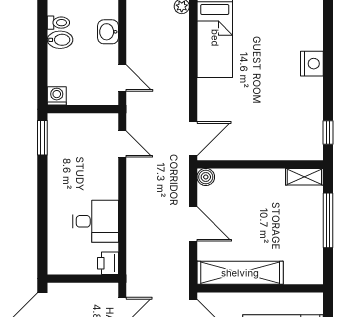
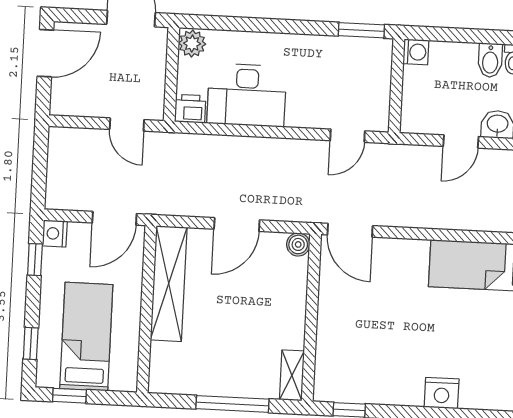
door: (122, 78) -> (461, 141), moved
desk: (95, 221) -> (247, 95), width x1.37
plant: (59, 264) -> (192, 44), added

